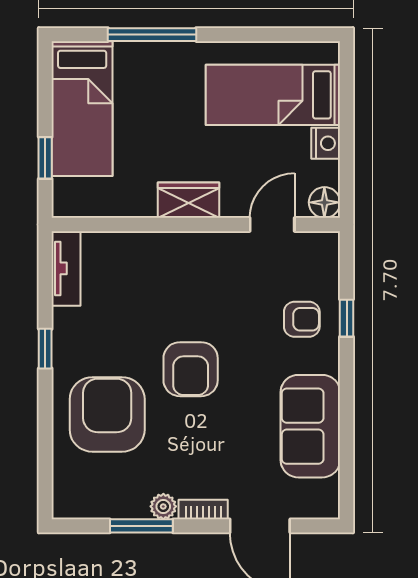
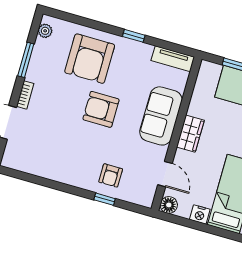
armchair: (107, 414) -> (90, 59), turned 90
sofa: (310, 426) -> (161, 116), moved, turned -90
plant: (163, 506) -> (45, 31), moved

